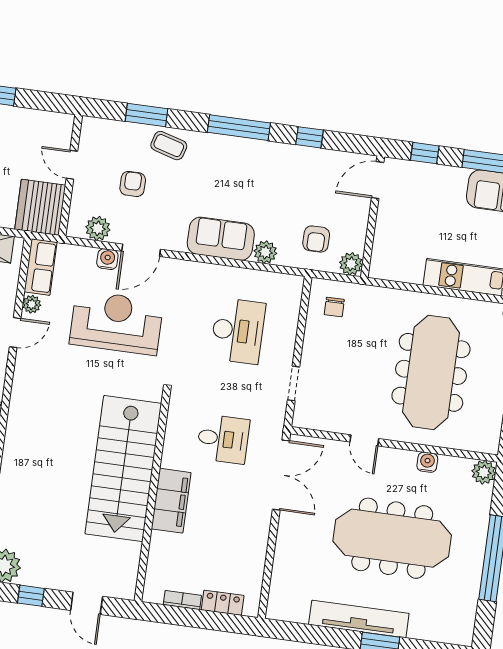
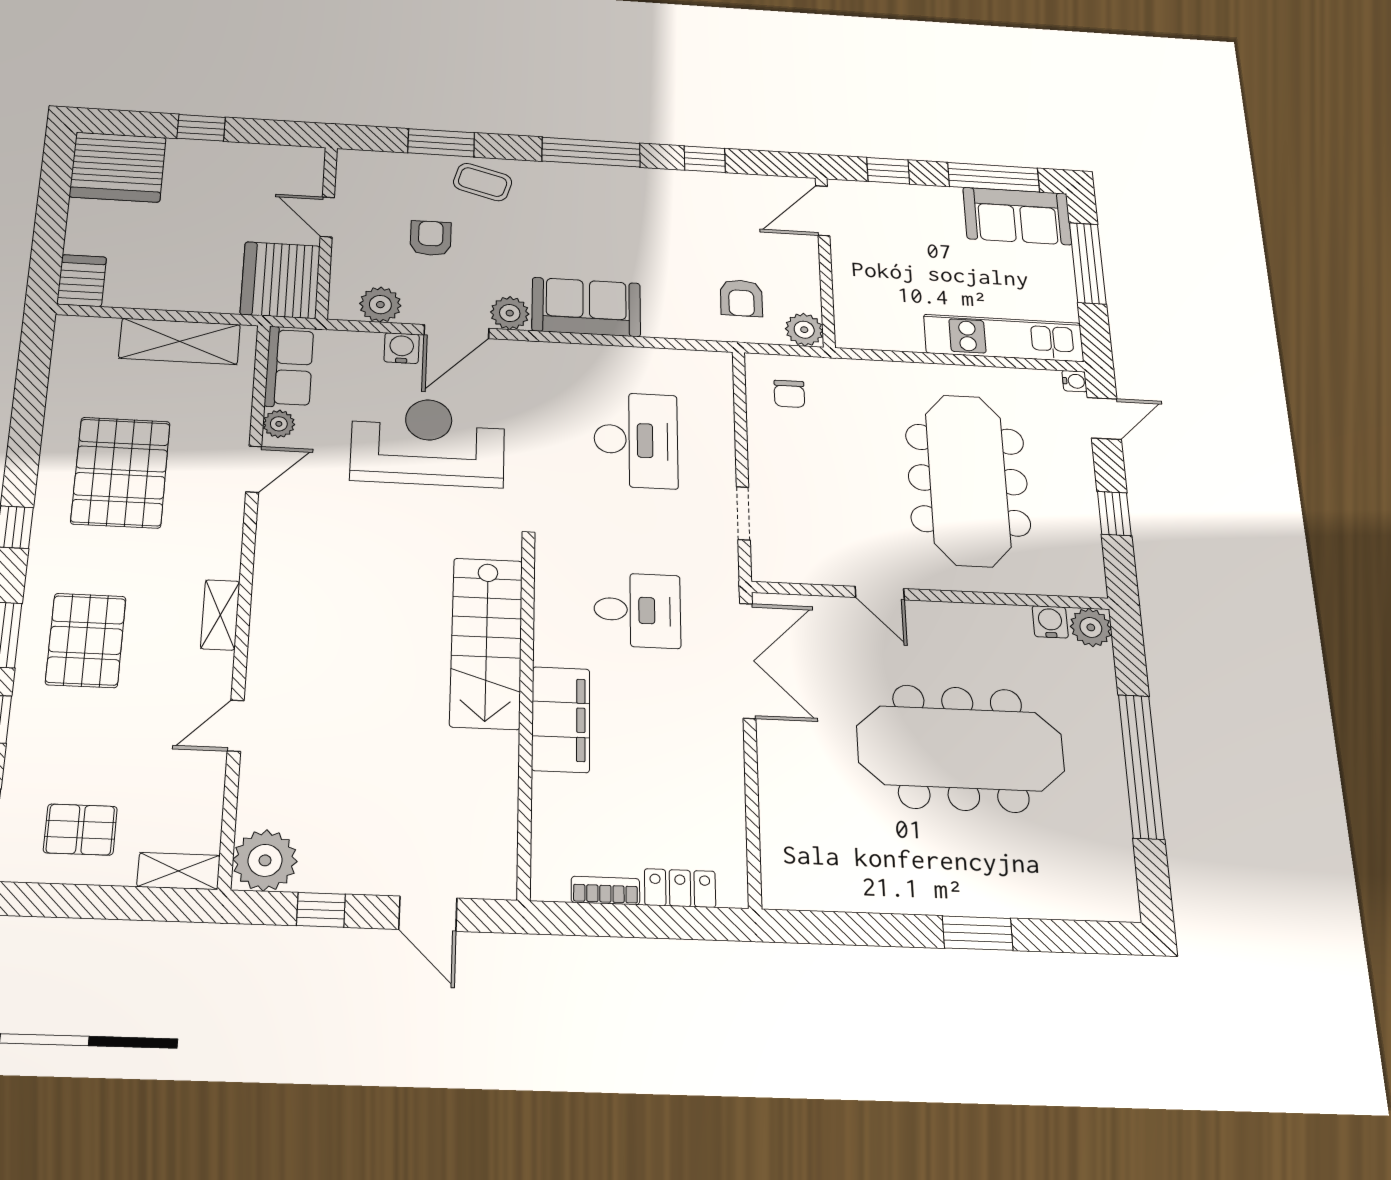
plant: (265, 252) -> (510, 313), moved
water cooler: (427, 462) -> (1050, 622), moved
stairs: (123, 469) -> (486, 643), width x0.73, depth x0.66
tv unit: (359, 619) -> (931, 893), removed

